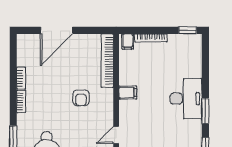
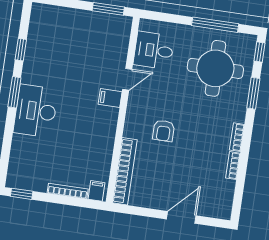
door: (57, 30) -> (181, 217), width x0.73
filing cabinet: (128, 93) -> (110, 98), moved
armchair: (81, 98) -> (164, 131), turned 180

